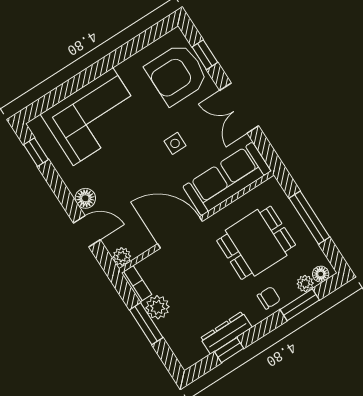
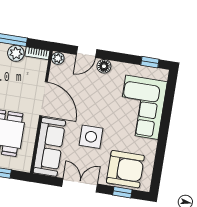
armchair: (177, 74) -> (125, 169), turned 90
side table: (175, 143) -> (91, 137), width x1.87, depth x1.87
door: (180, 232) -> (44, 99), hinge flipped

